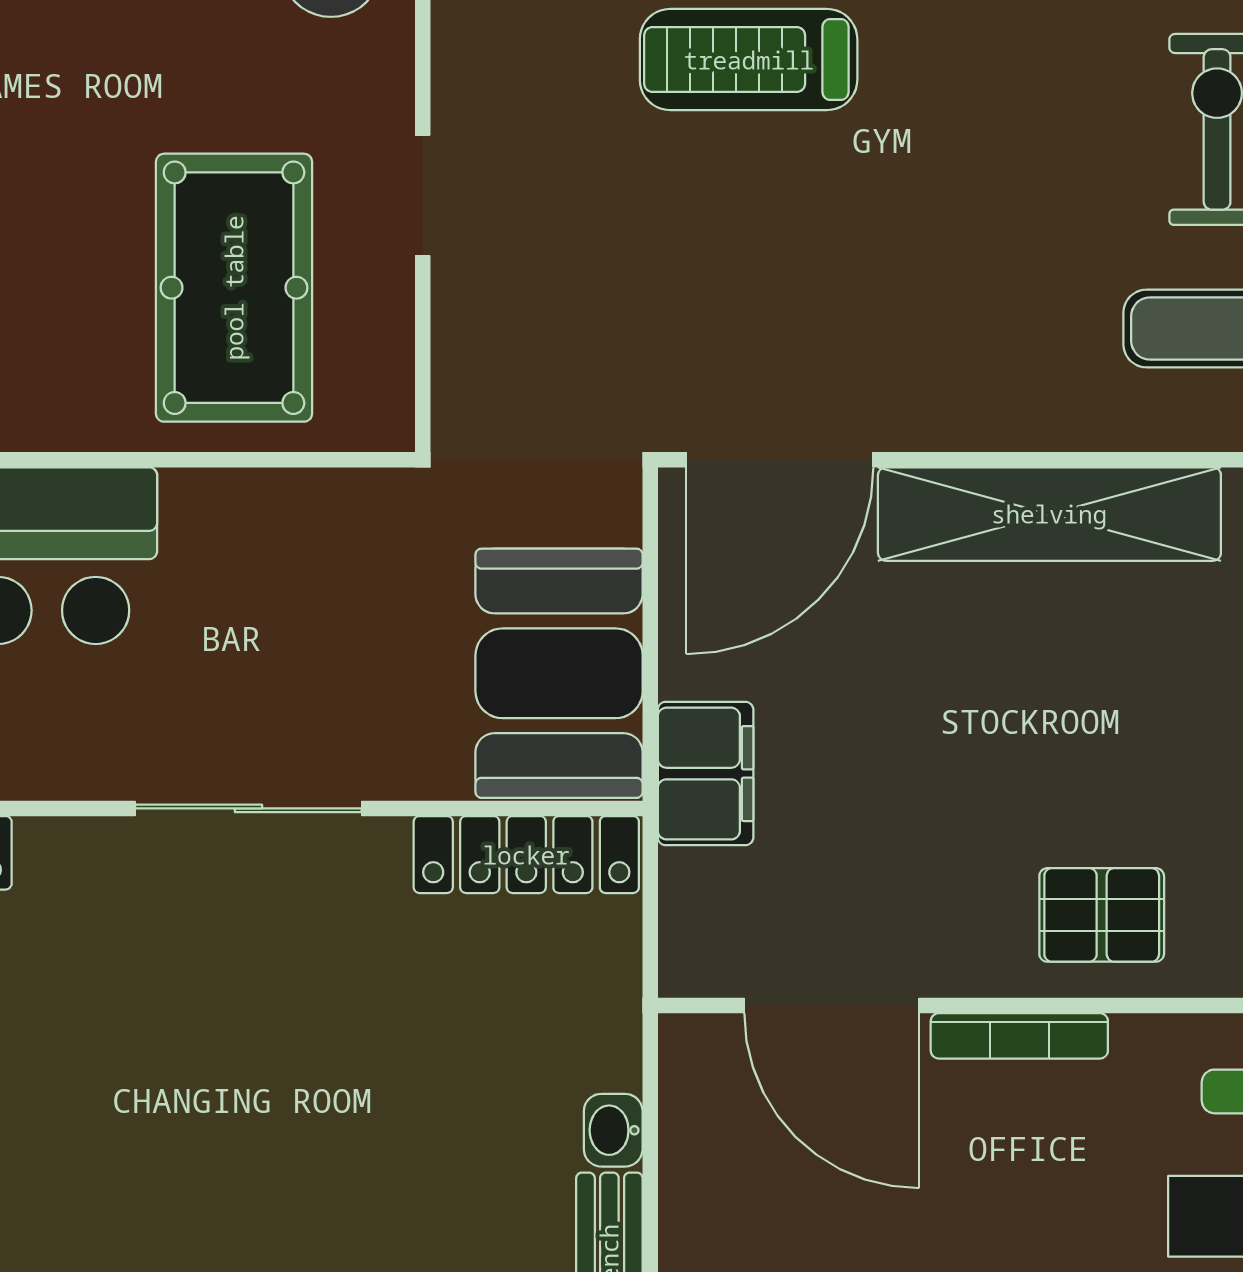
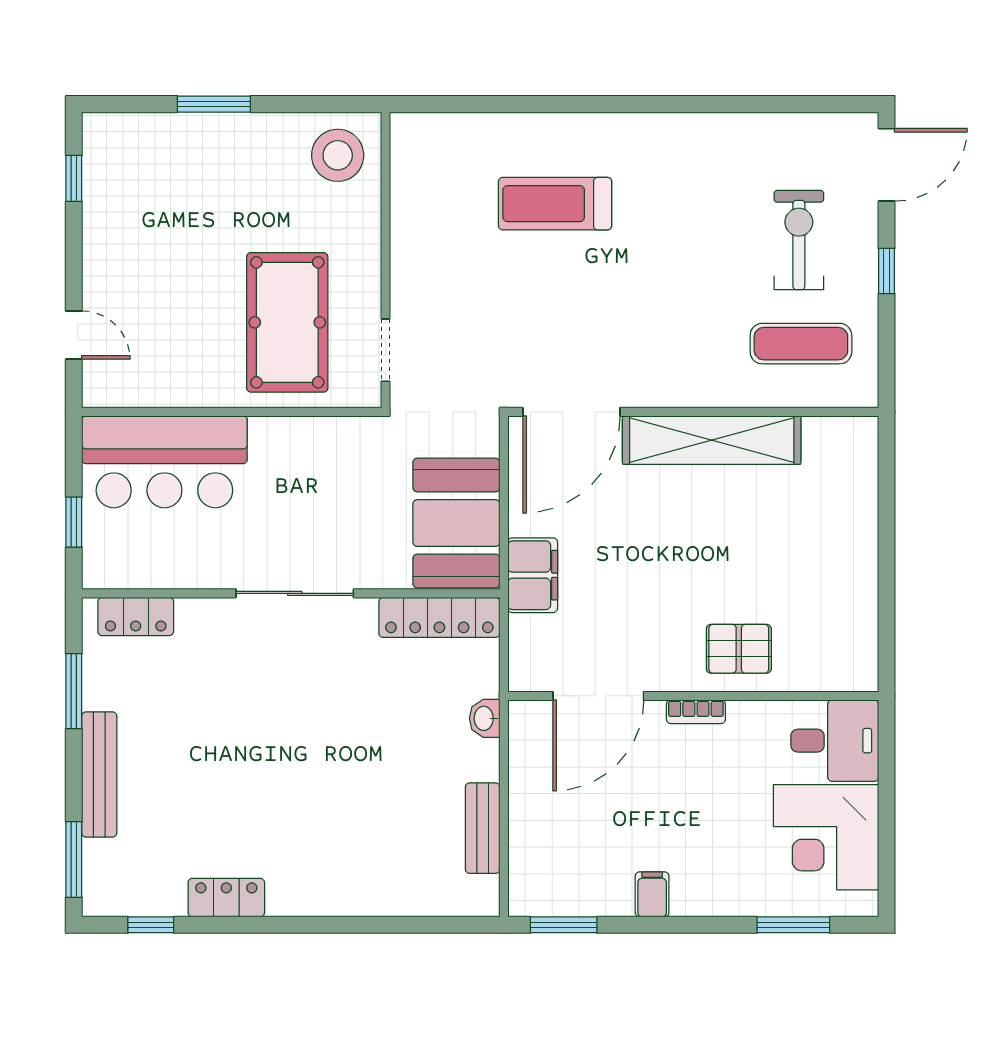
doorway: (423, 195) -> (385, 350), moved
door: (832, 1006) -> (598, 696), hinge flipped
bookcase: (1019, 1036) -> (696, 712), width x0.64
washbasin: (613, 1130) -> (485, 718), moved

